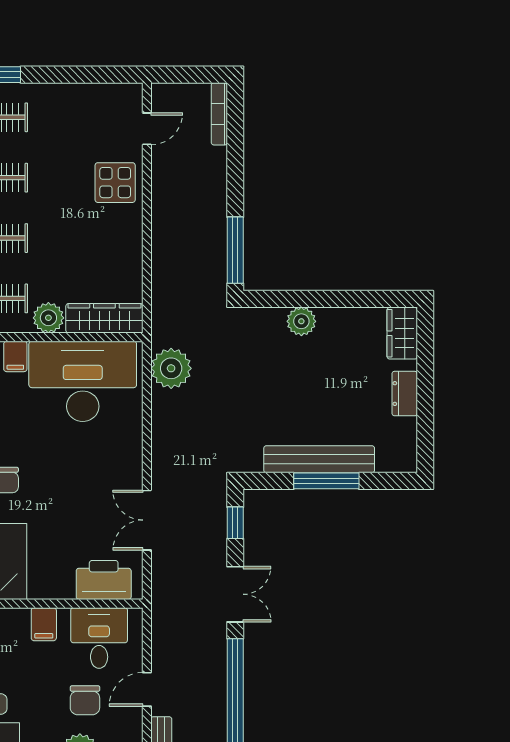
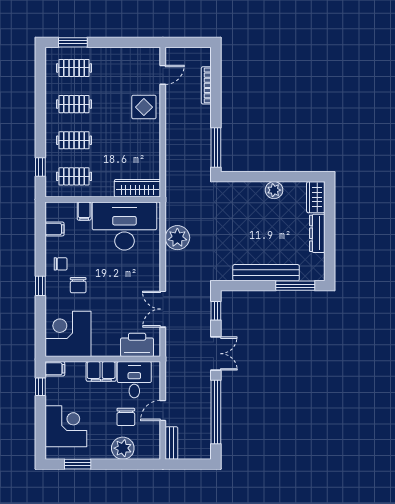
bookcase: (219, 114) -> (206, 85), moved
plant: (48, 318) -> (104, 188), removed
plant: (301, 321) -> (274, 190), moved
plant: (171, 368) -> (177, 238), moved
dresser: (405, 394) -> (317, 233), width x1.44
window: (326, 481) -> (295, 286), moved
filing cabinet: (44, 624) -> (101, 371), width x2.00

